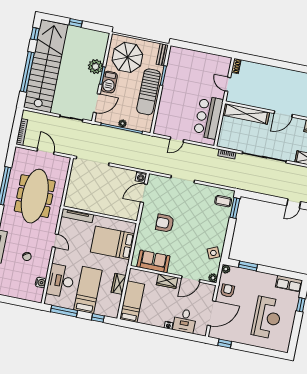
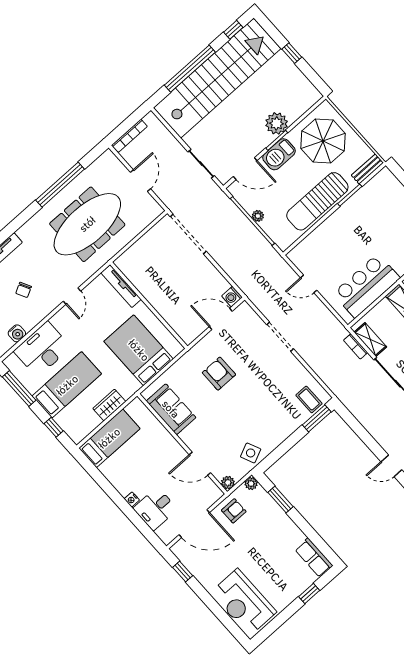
shelving: (232, 144) -> (370, 339), added
wardrobe: (167, 281) -> (170, 445), removed
reception desk: (267, 318) -> (243, 602), moved, turned 90

